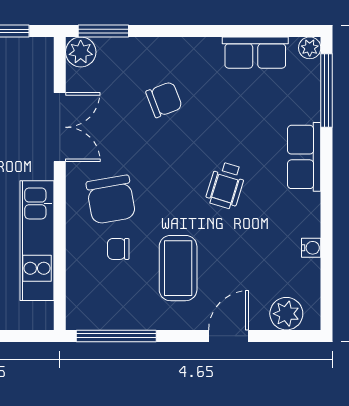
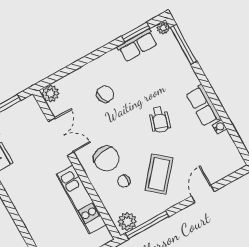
window: (103, 31) -> (136, 32), moved
row of seats: (304, 157) -> (203, 106), moved
coffee table: (178, 268) -> (159, 174), turned 40
plant: (286, 314) -> (127, 221), moved

